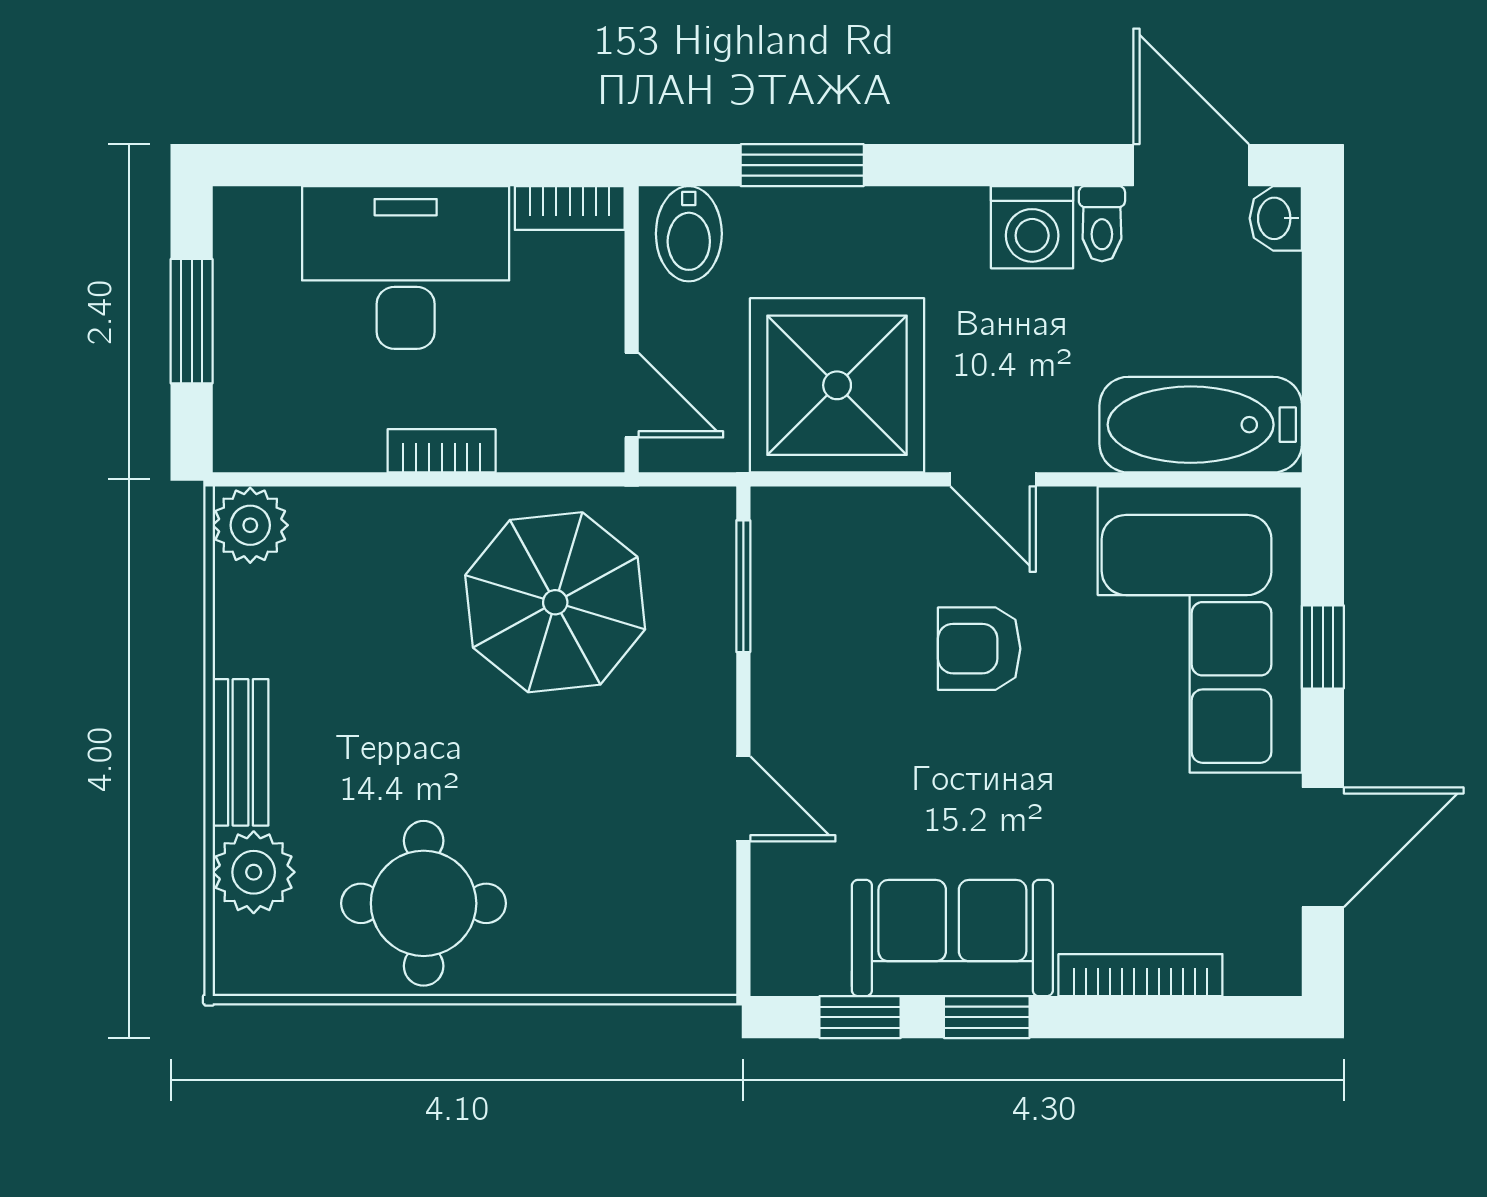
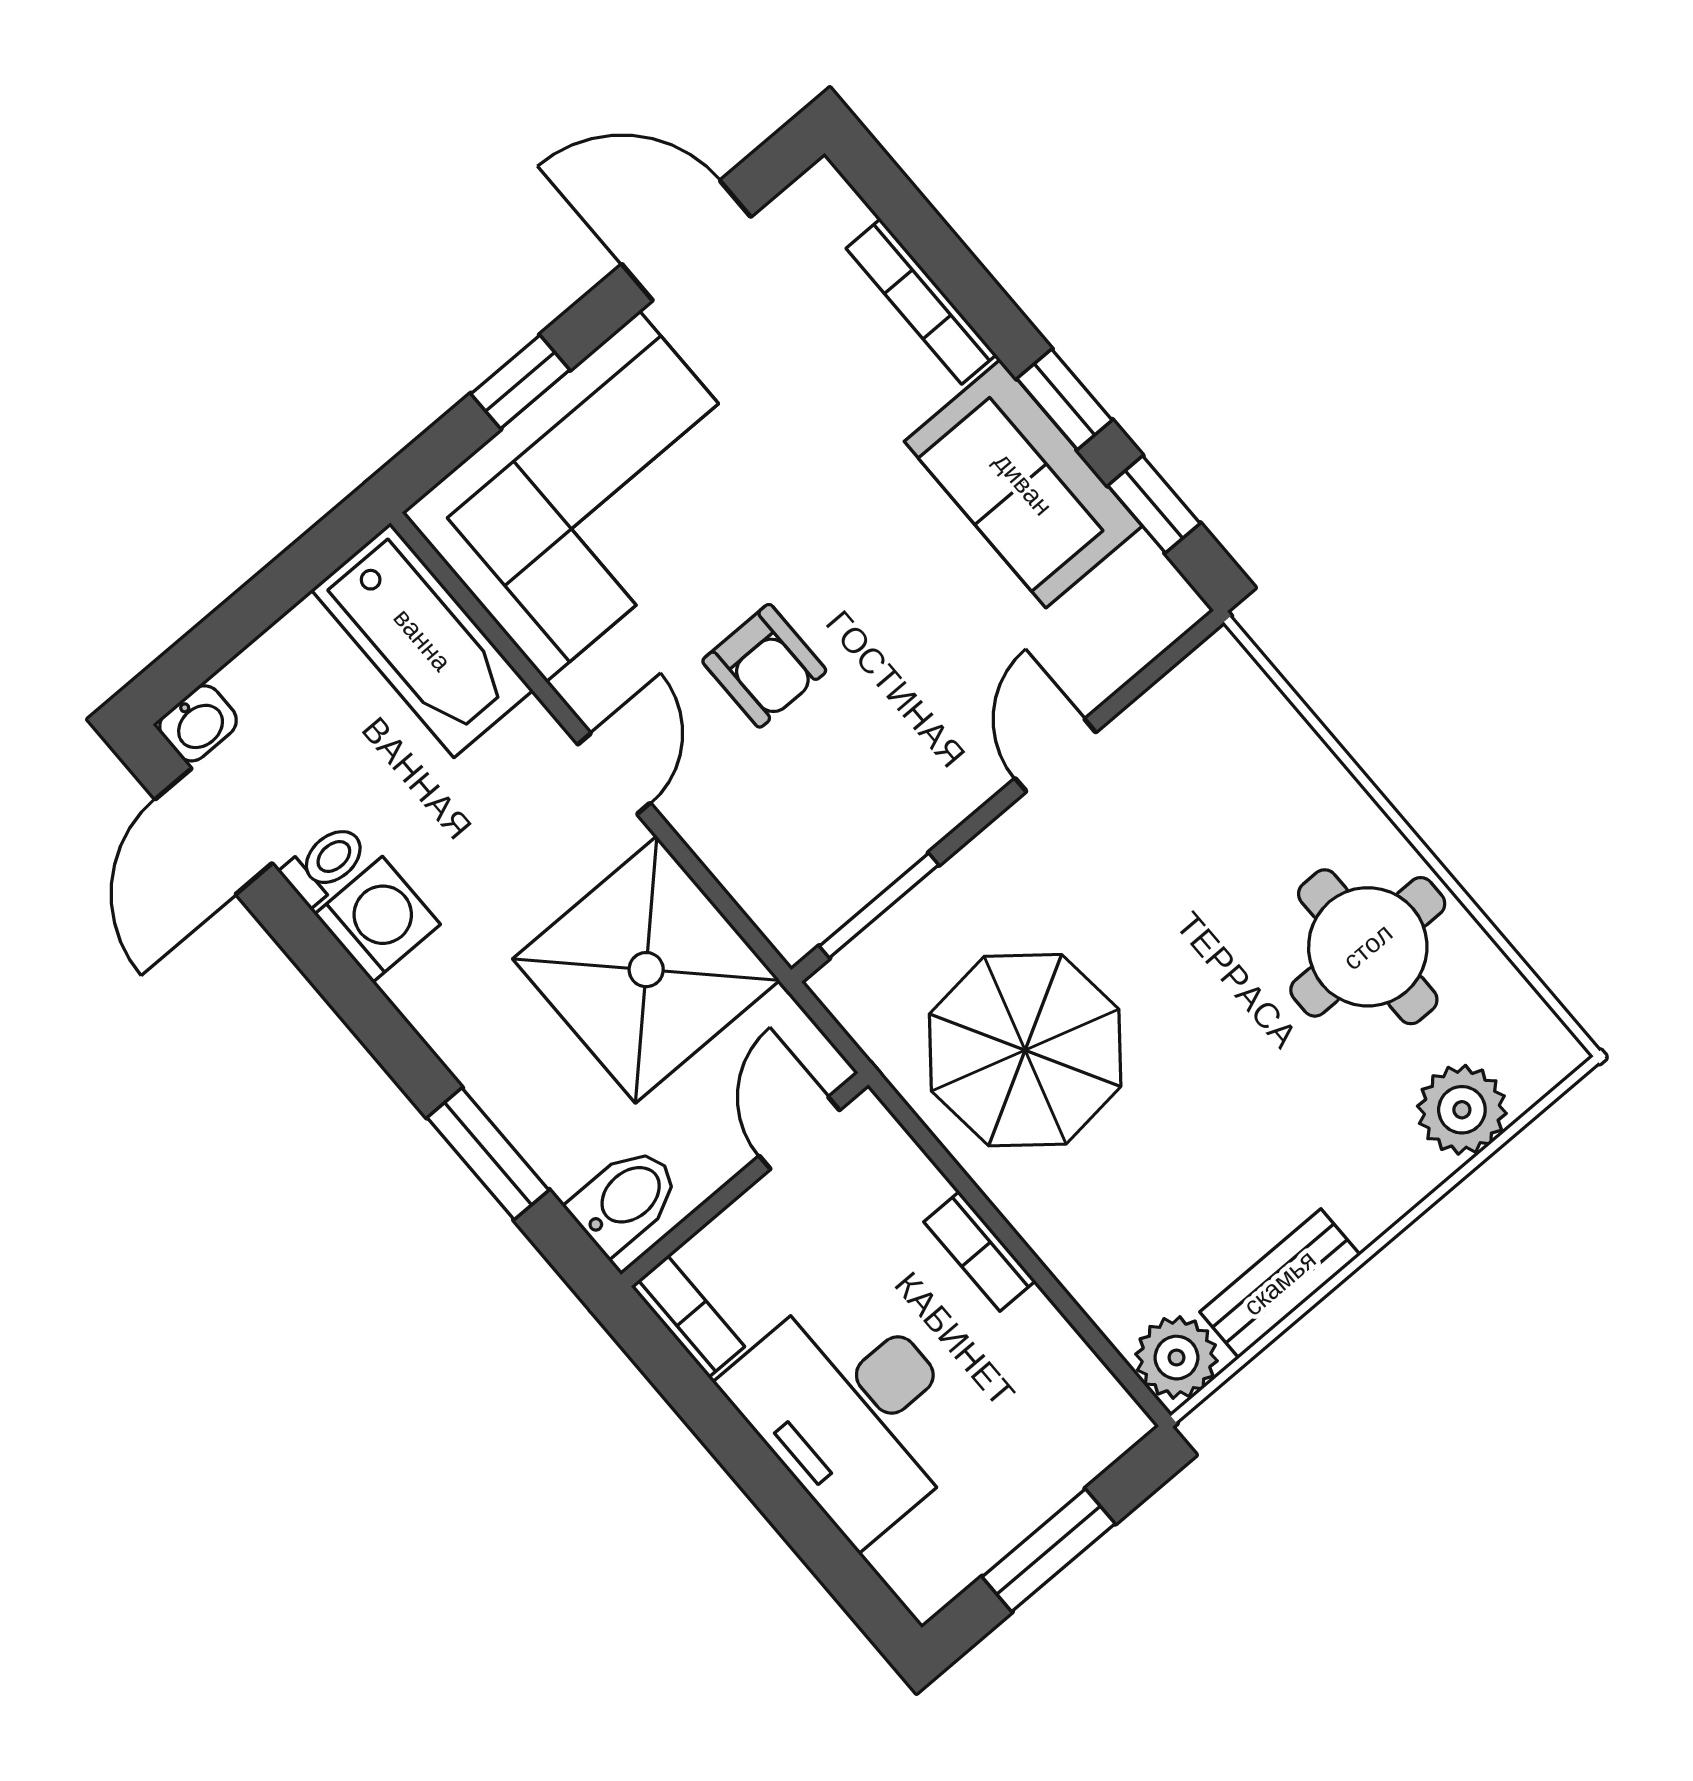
bench: (240, 752) -> (1280, 1283), moved

